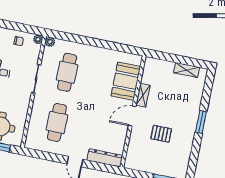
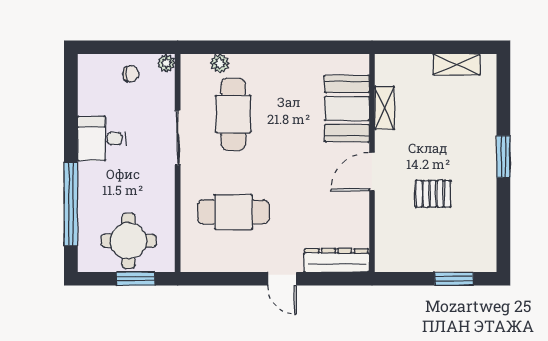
plant: (50, 42) -> (220, 63), moved
shelving: (143, 95) -> (384, 108), moved
cafe table: (57, 122) -> (233, 212), turned 90

